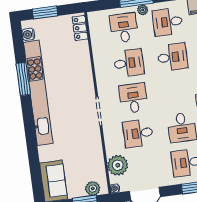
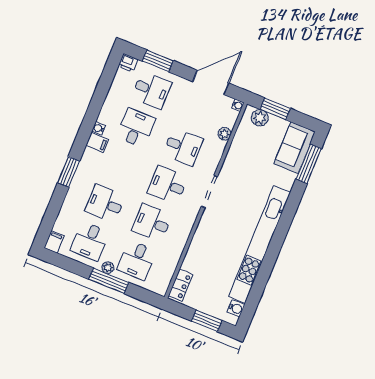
desk: (168, 22) -> (90, 241), turned 90
window: (23, 79) -> (309, 164), moved
desk: (133, 98) -> (167, 185), turned 90
plant: (118, 165) -> (224, 134), width x0.53, depth x0.53

